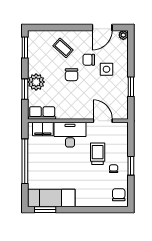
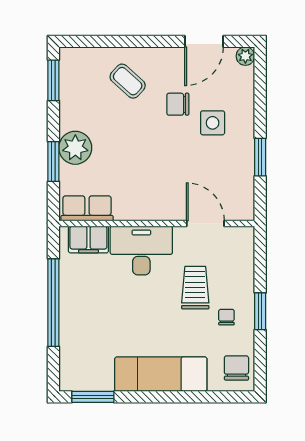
chair: (72, 75) -> (144, 134), removed
exam couch: (51, 198) -> (161, 374), moved

